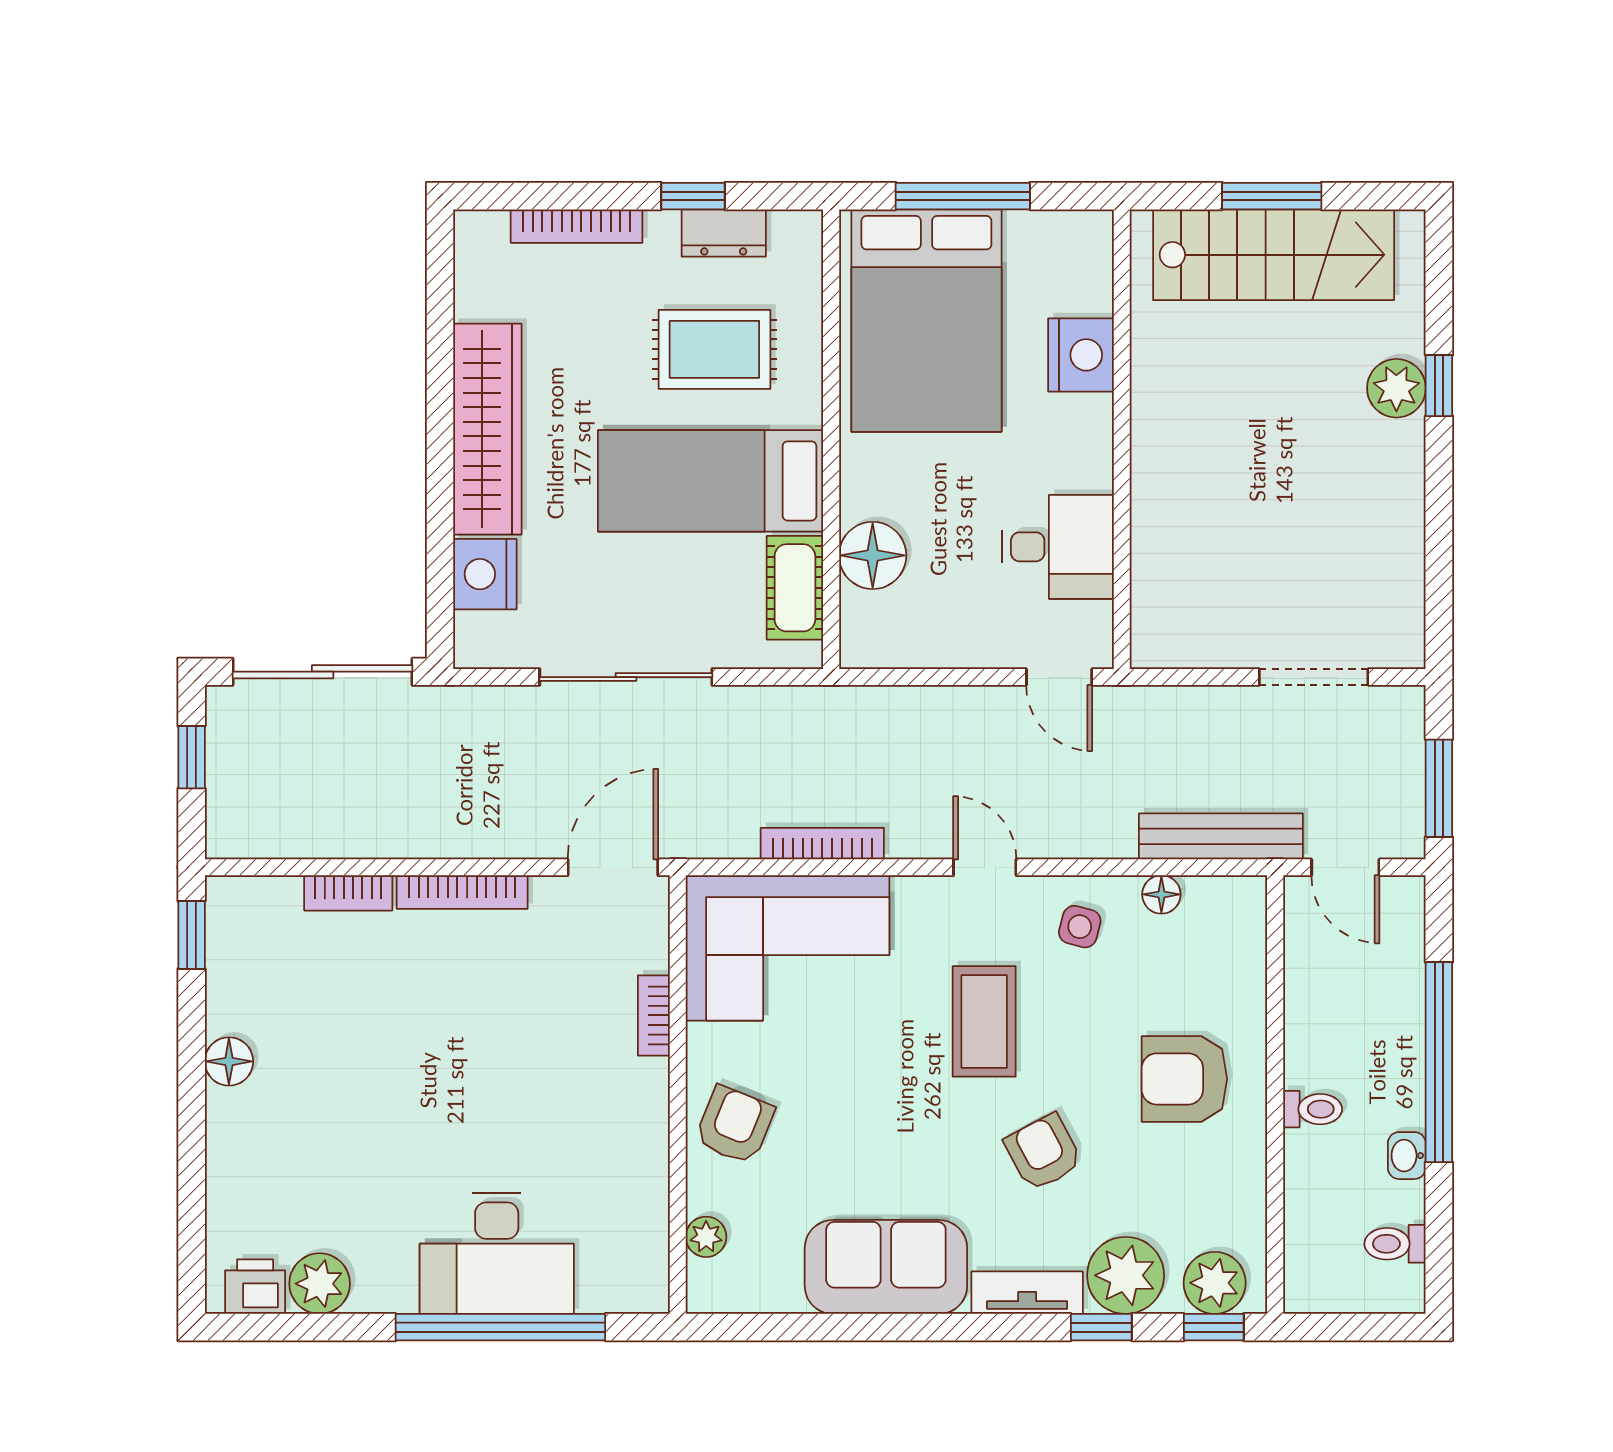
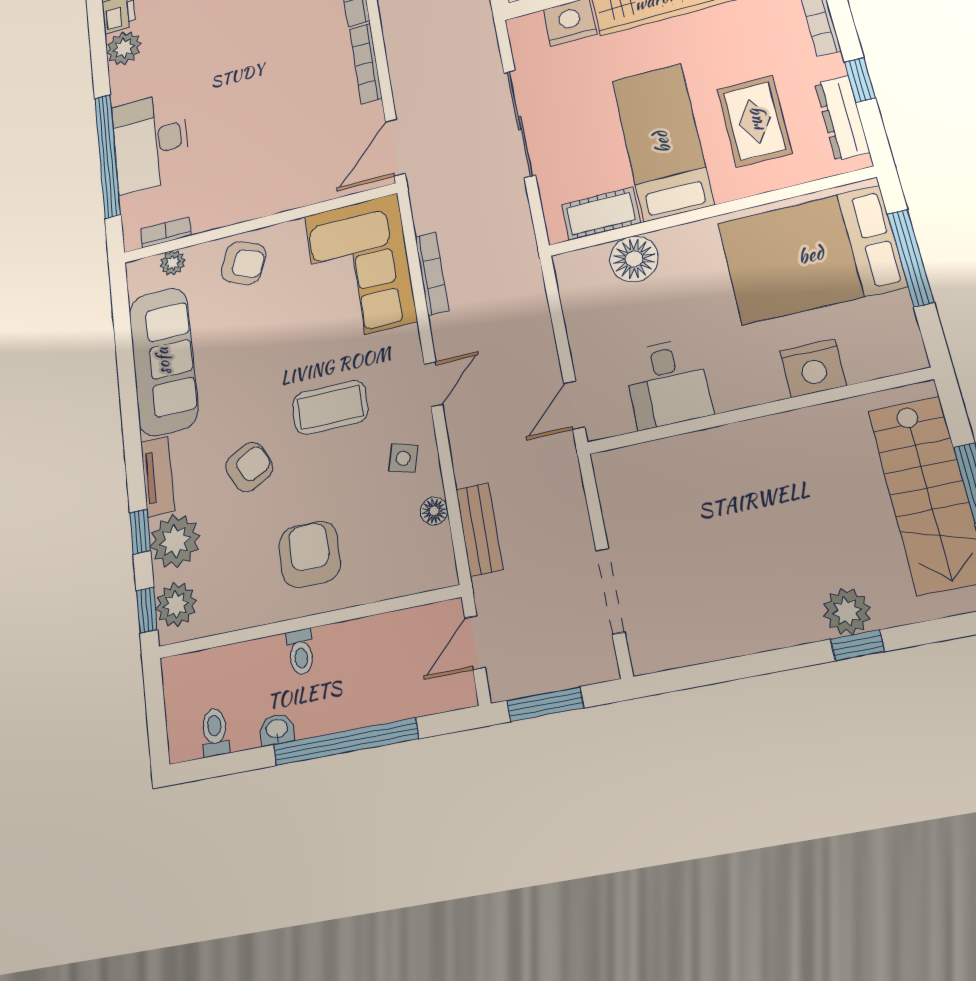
dresser: (724, 233) -> (842, 118), width x1.44
bench: (1221, 836) -> (479, 529), width x0.73
door: (613, 867) -> (395, 147), swing flipped
bookcase: (654, 1015) -> (166, 232), moved
sofa: (886, 1267) -> (163, 361), width x1.36

